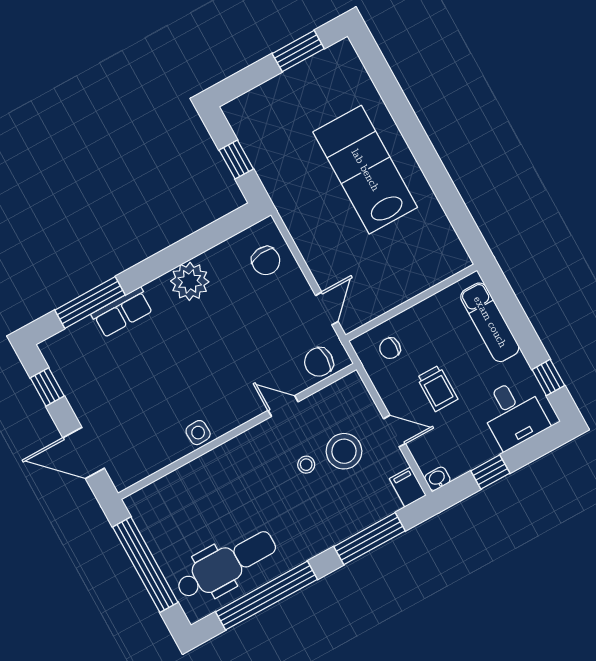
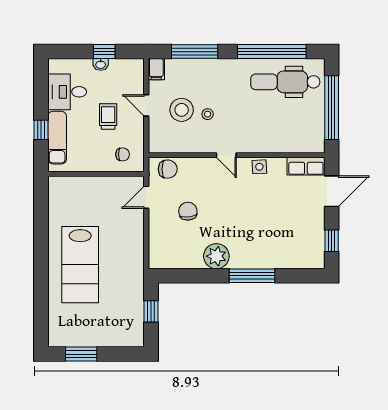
chair: (266, 261) -> (188, 211), moved
window: (90, 302) -> (252, 276), moved
row of seats: (122, 312) -> (306, 166), moved, turned 180
window: (548, 377) -> (41, 130), moved
door: (283, 406) -> (226, 155), moved
desk: (513, 414) -> (67, 92), moved, turned -90
door: (84, 453) -> (332, 191), hinge flipped
washbasin: (437, 479) -> (101, 64), moved

